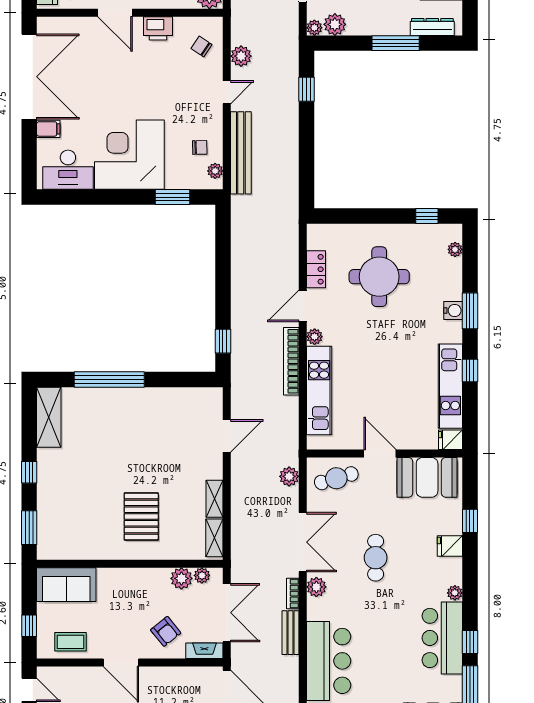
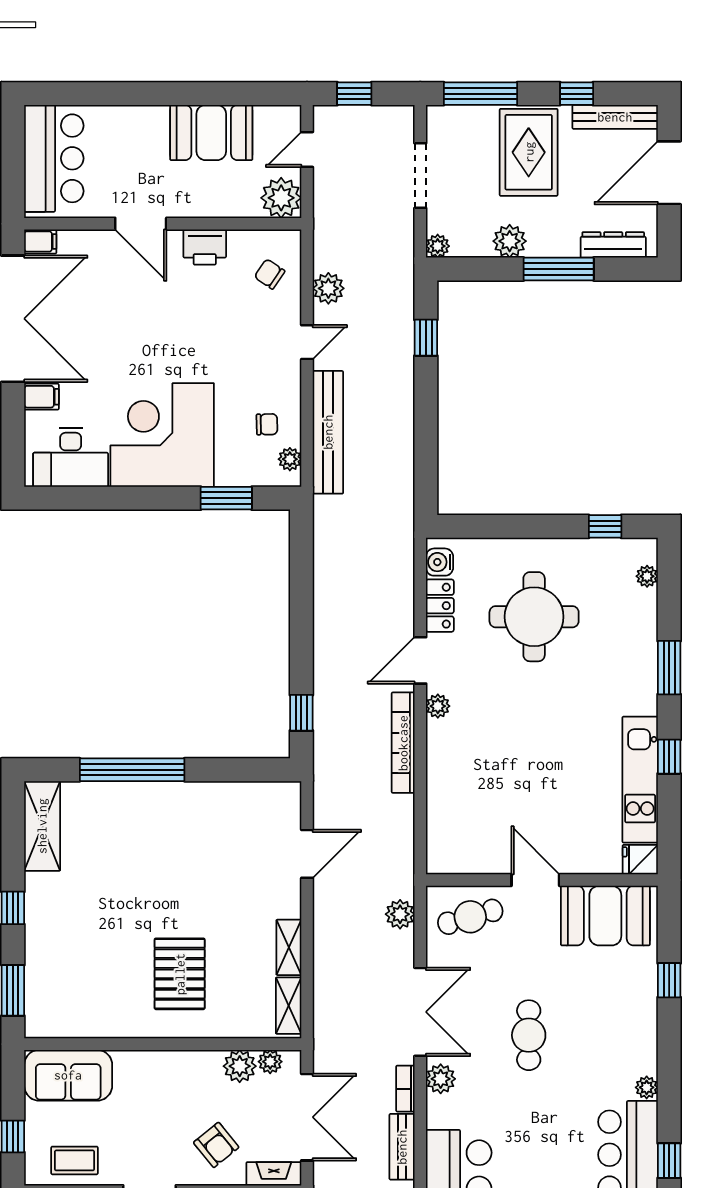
plant: (335, 24) -> (510, 241), moved
filing cabinet: (48, 25) -> (40, 241), added
water cooler: (453, 310) -> (440, 562), moved, turned 180
kitchen unit: (319, 391) -> (445, 786), removed
fridge: (450, 546) -> (639, 1018), removed

